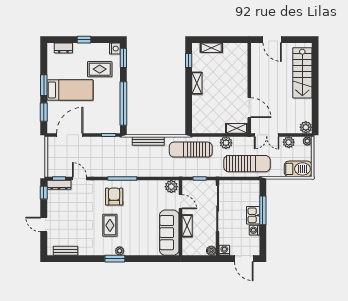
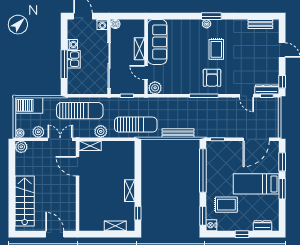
sun lounger: (247, 164) -> (80, 111), turned 180

